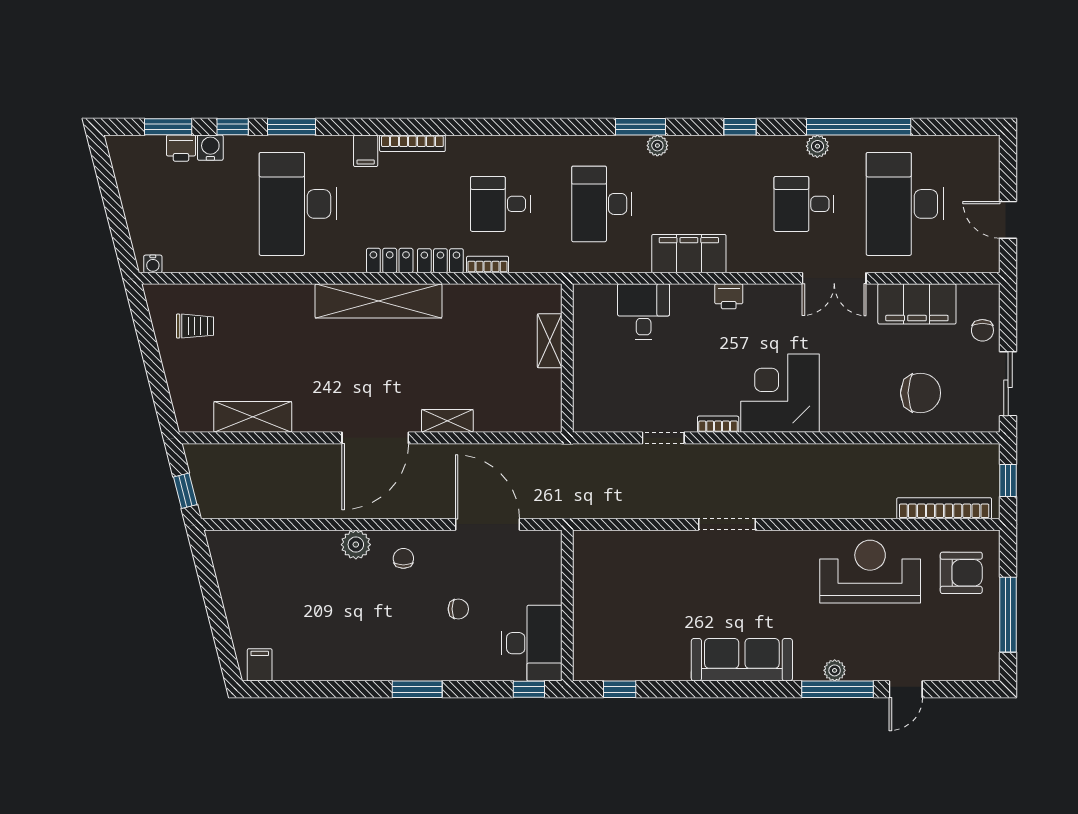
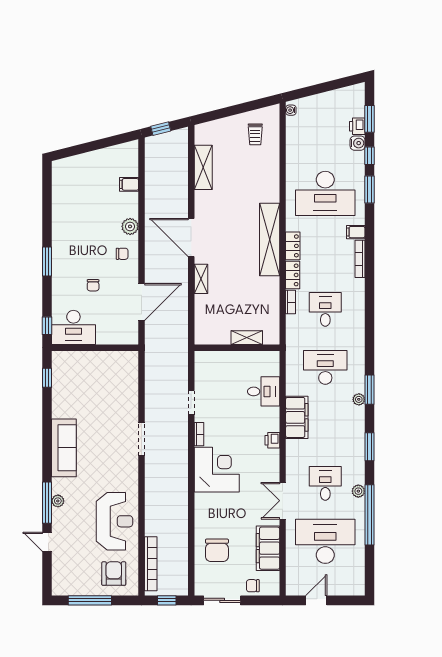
window: (740, 127) -> (369, 447), width x1.50
desk: (298, 204) -> (325, 193), turned 180
armchair: (961, 573) -> (114, 574), turned 180
filing cabinet: (260, 665) -> (129, 184), moved, turned 180

